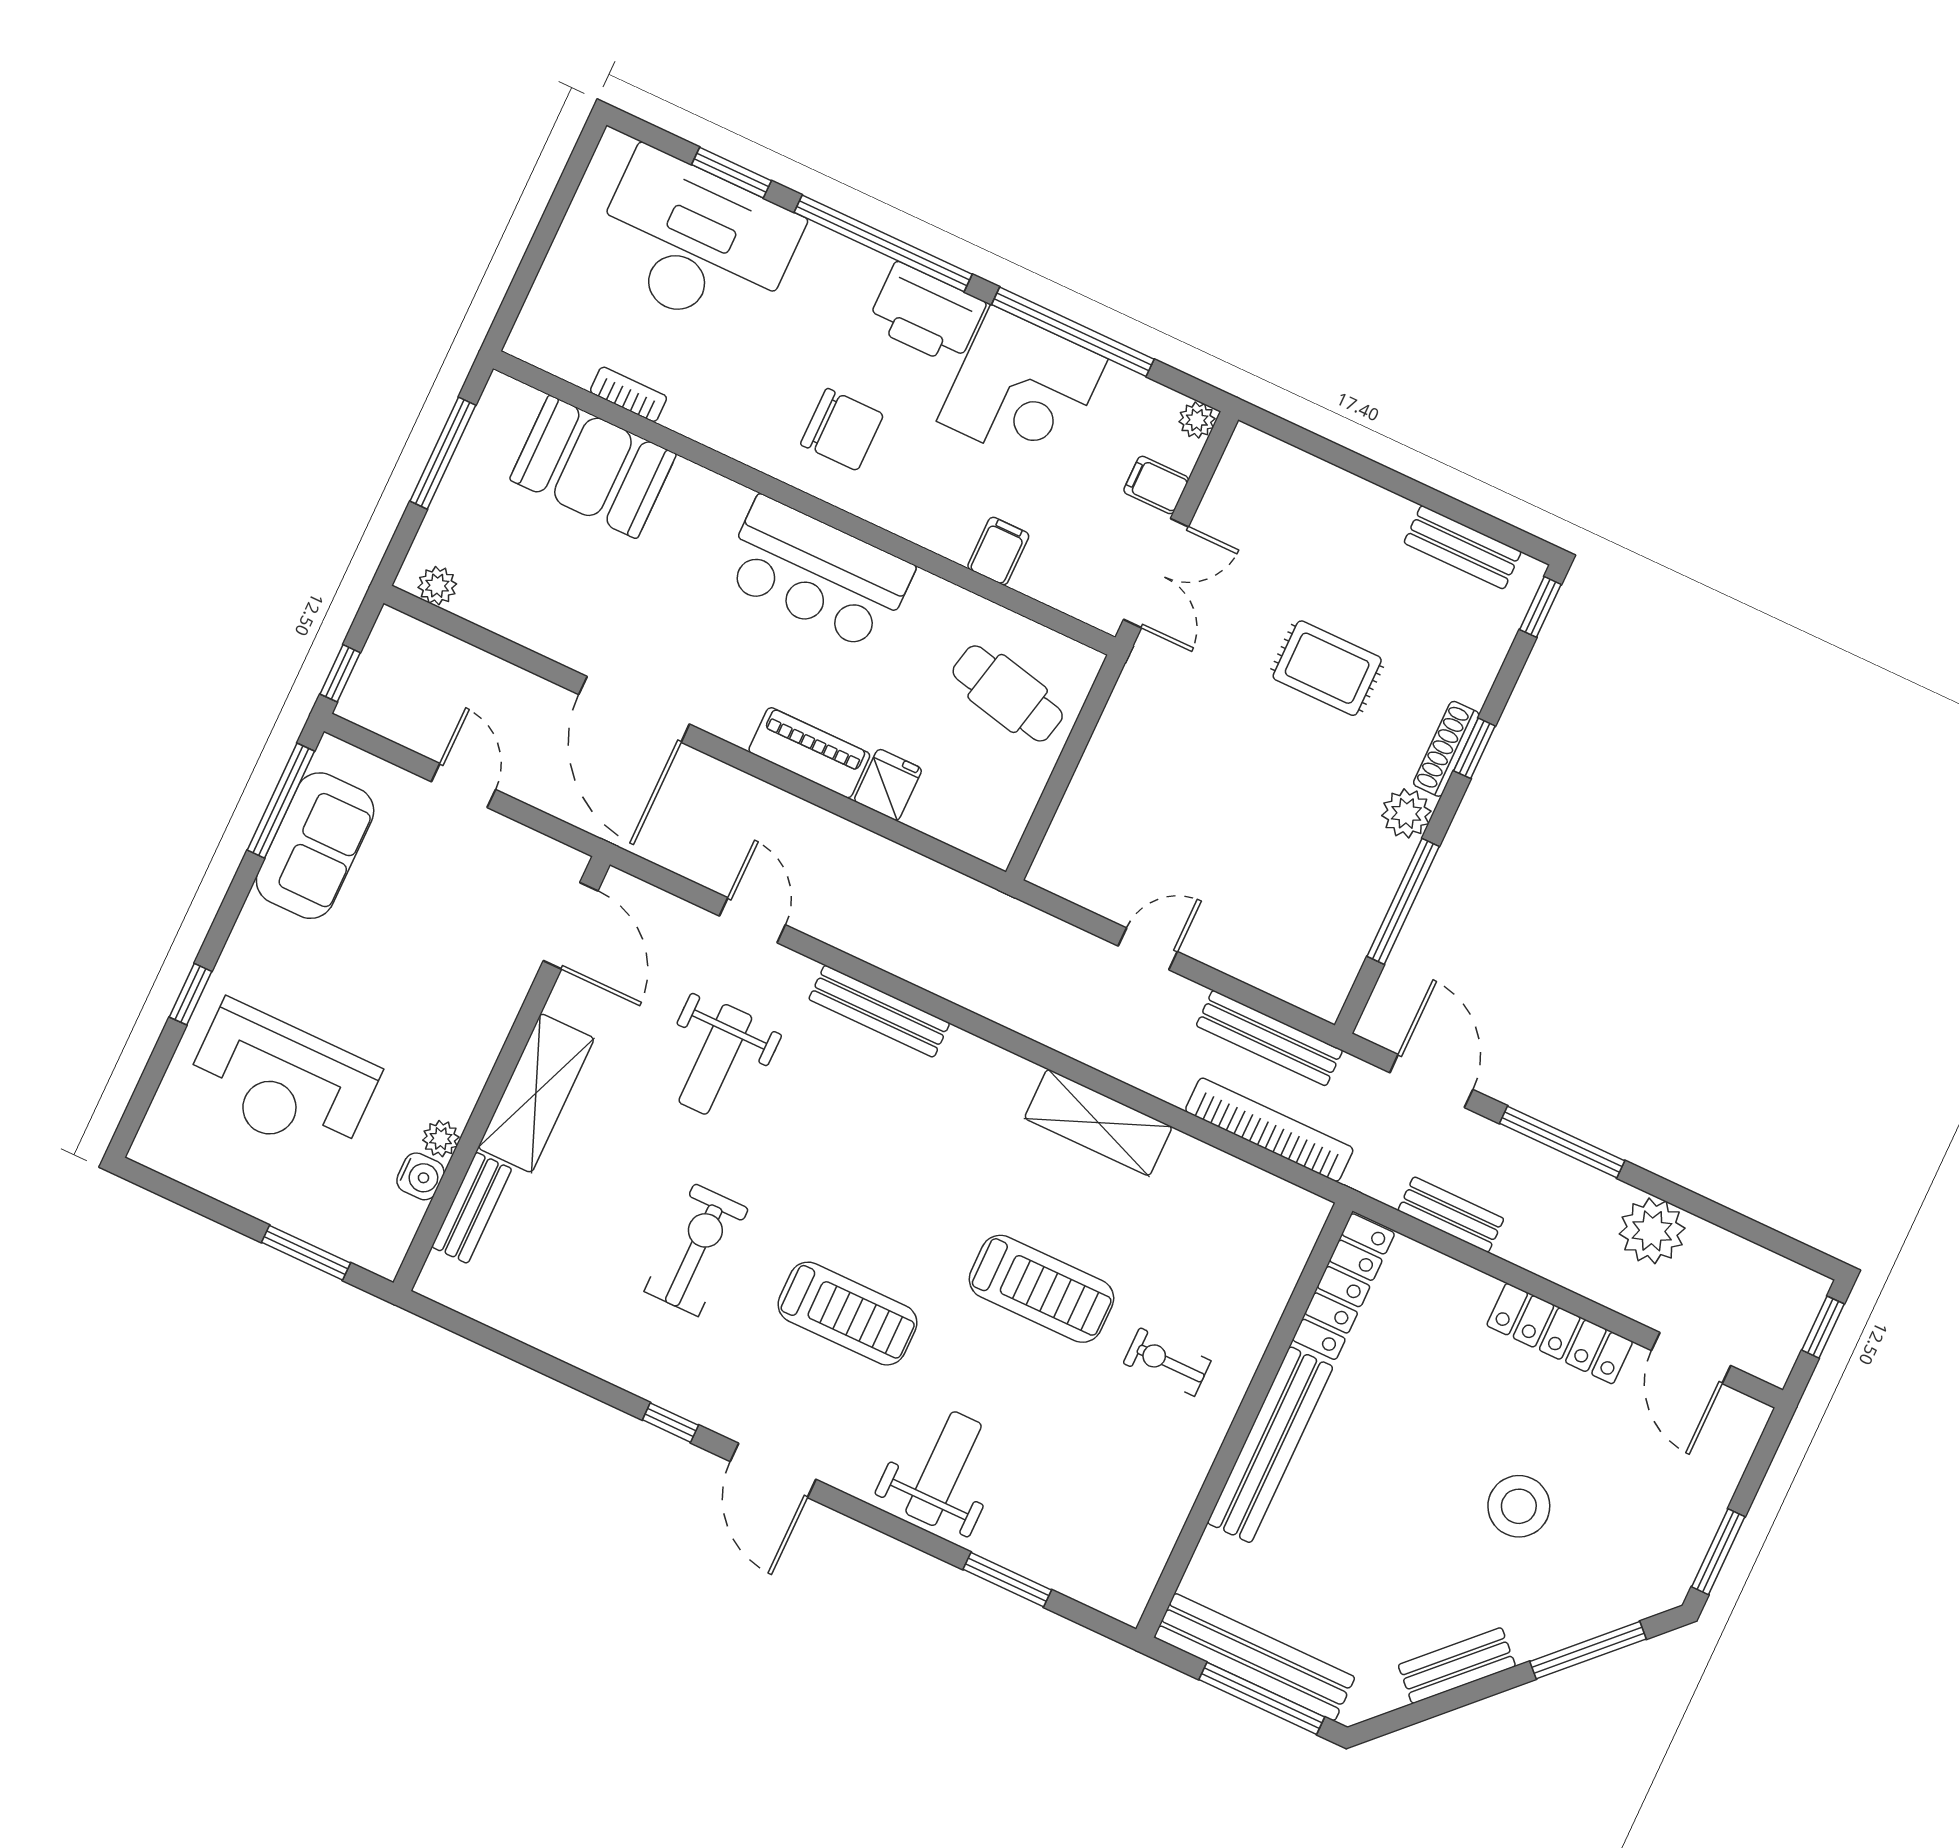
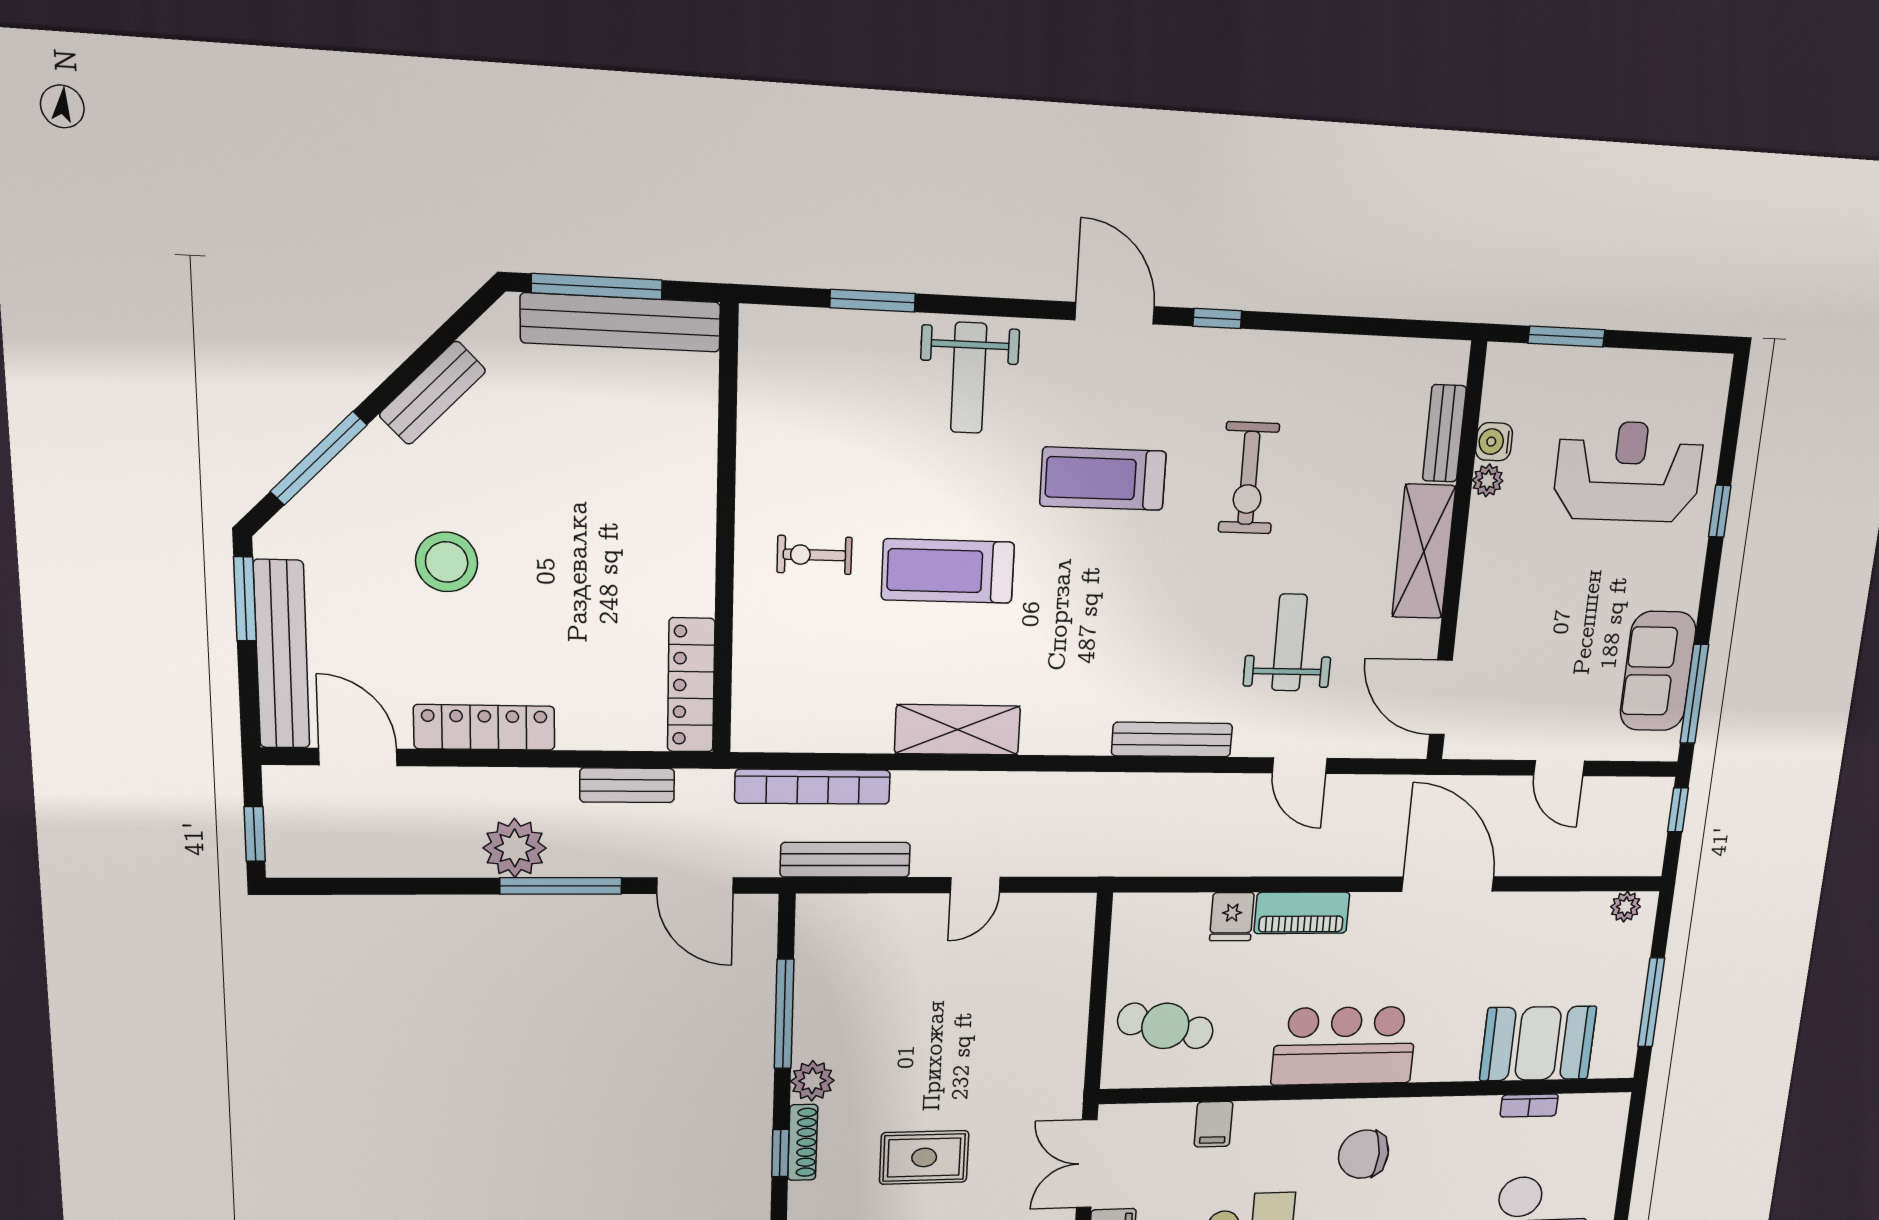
plant: (1652, 1231) -> (515, 848), moved
exercise bike: (1167, 1362) -> (814, 555), turned 180
bench: (1270, 1445) -> (282, 655), moved

